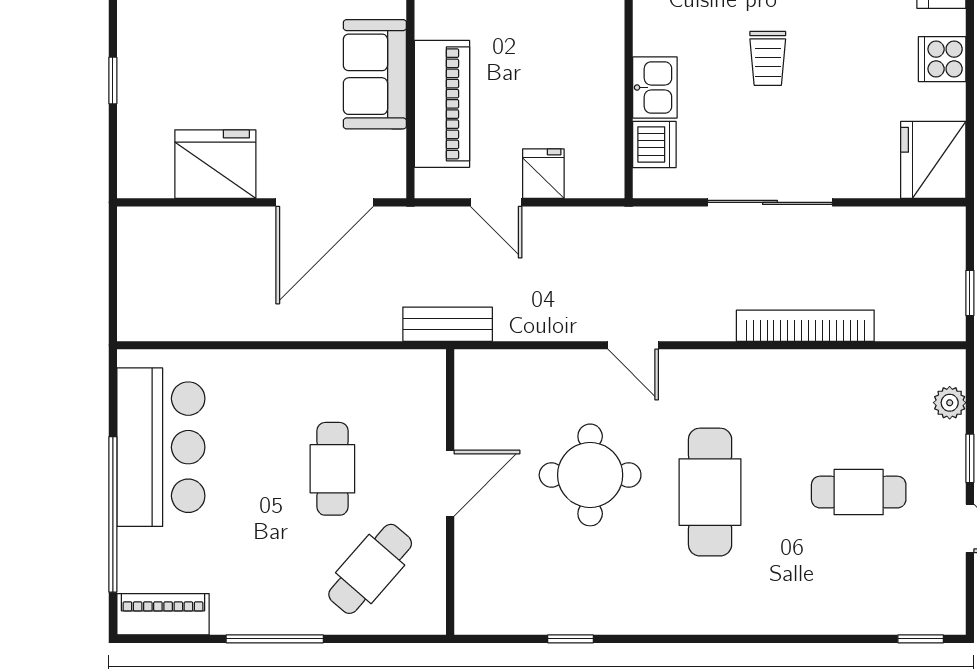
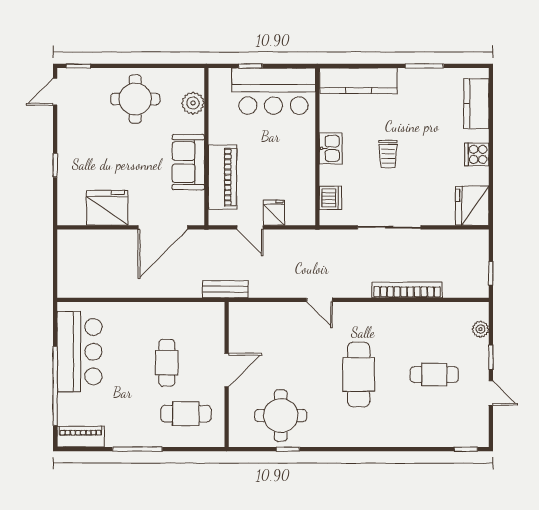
kitchen sink: (655, 87) -> (331, 148), moved
round table: (590, 475) -> (281, 416), moved
cafe table: (370, 569) -> (186, 414), turned 49

